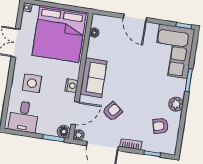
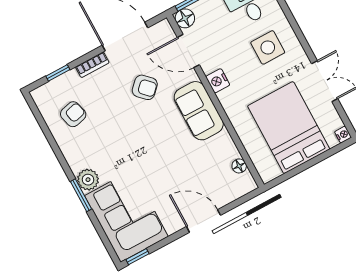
bed: (59, 34) -> (289, 128), width x0.73
plant: (176, 104) -> (88, 180), moved
armchair: (112, 111) -> (145, 87), turned -85
door: (75, 113) -> (188, 51), hinge flipped
plant: (79, 135) -> (164, 28), removed

